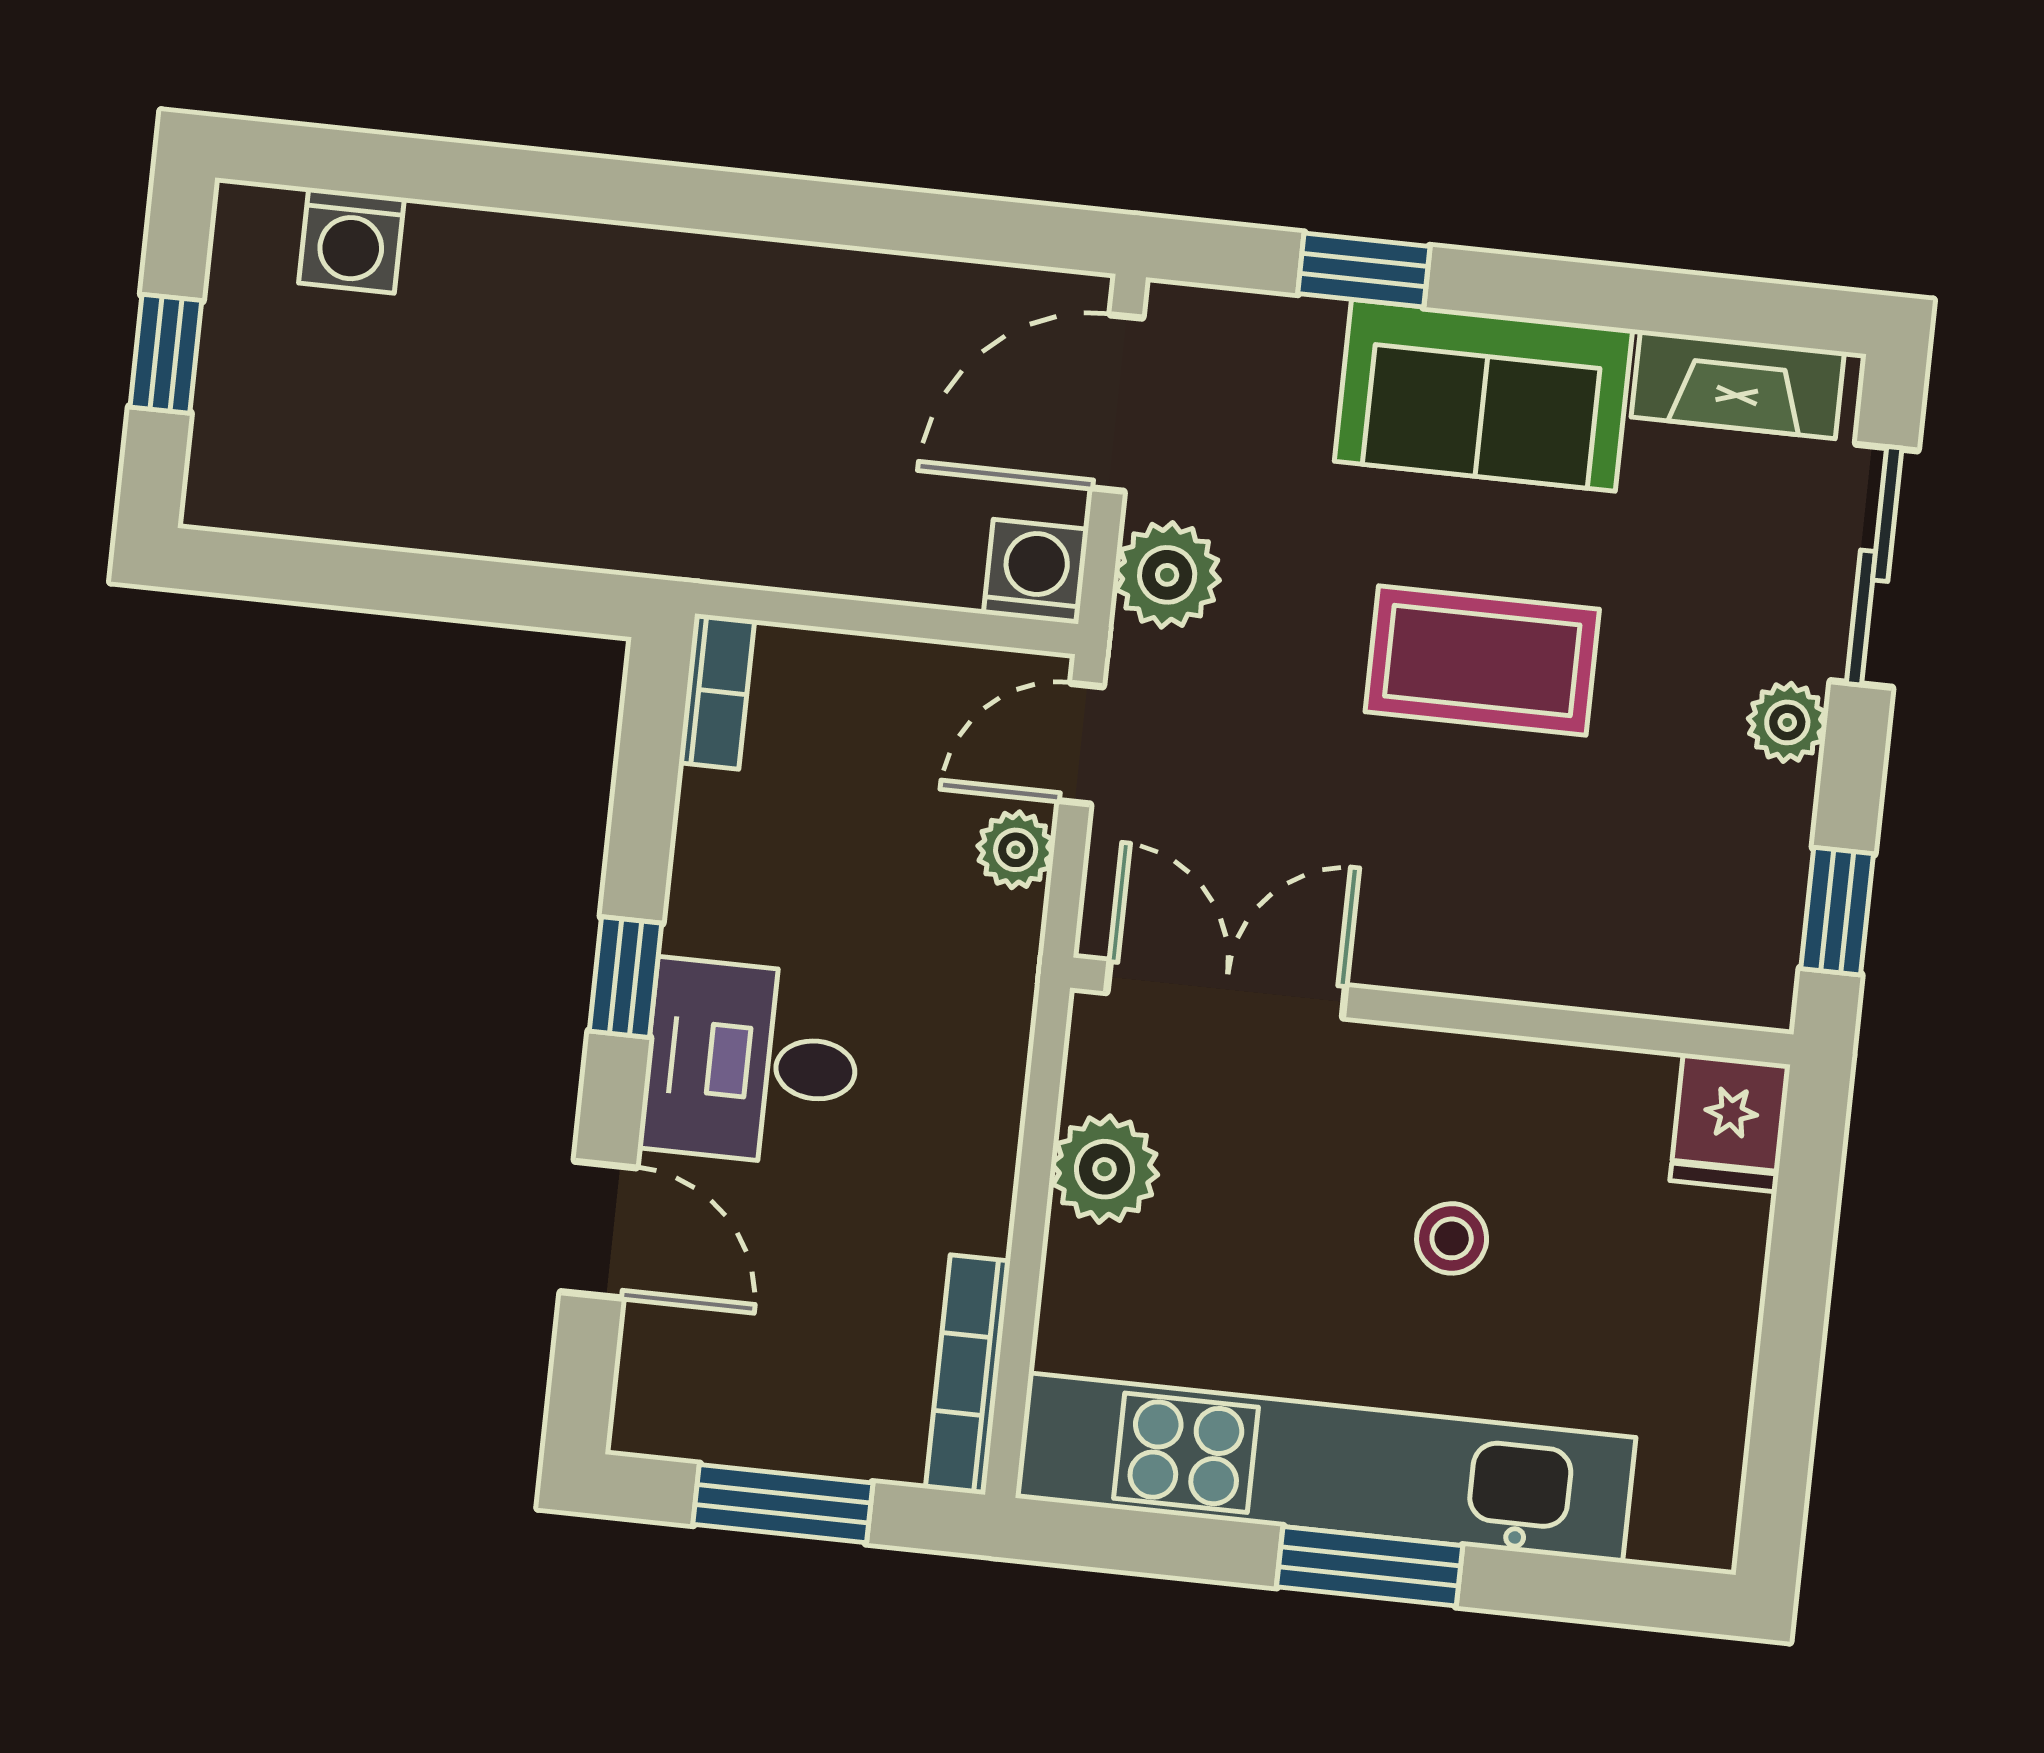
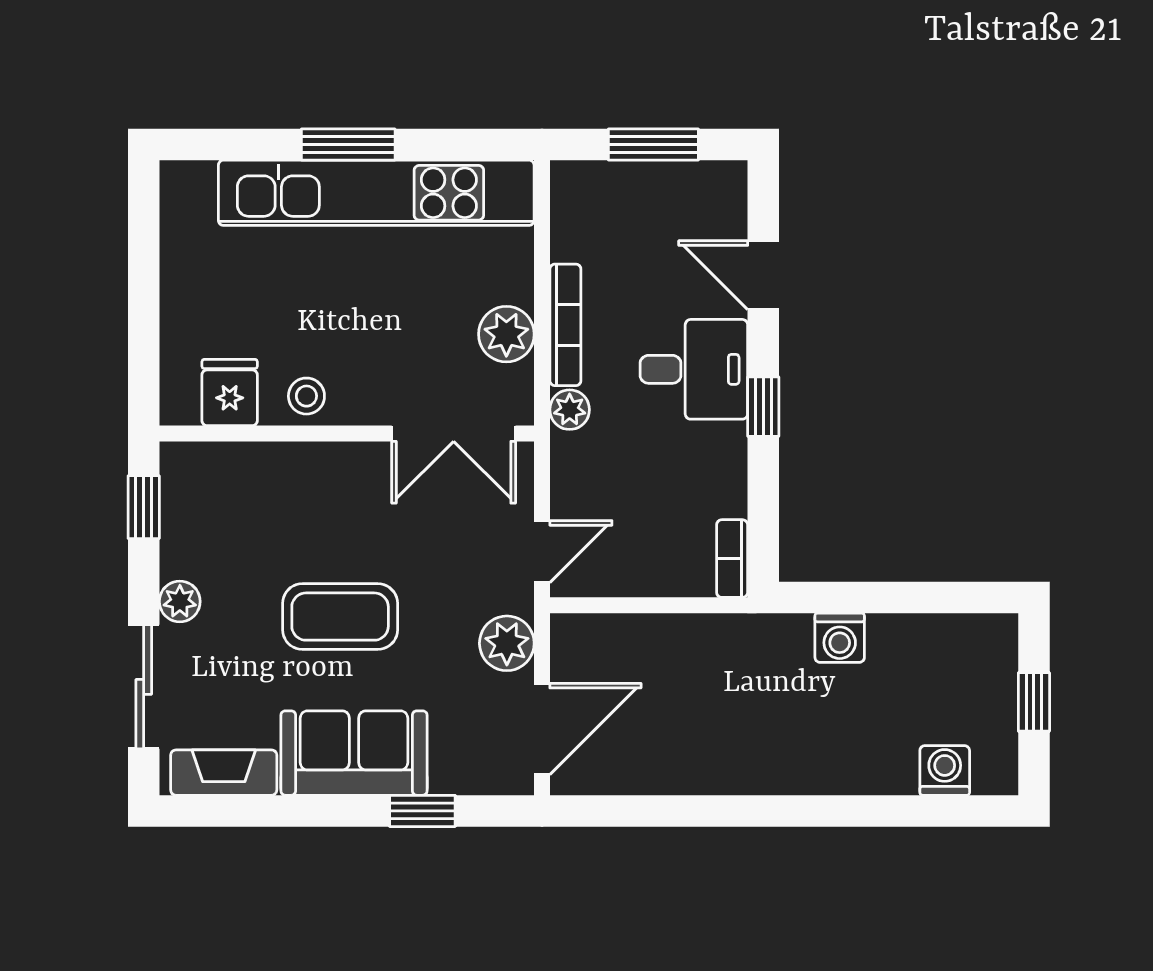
washing machine: (1036, 572) -> (840, 638), moved
plant: (1016, 850) -> (570, 410), moved
fridge: (1730, 1123) -> (230, 392), moved
stool: (1452, 1238) -> (306, 396), moved
bookcase: (968, 1375) -> (565, 325), moved

